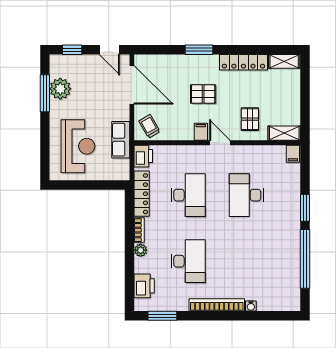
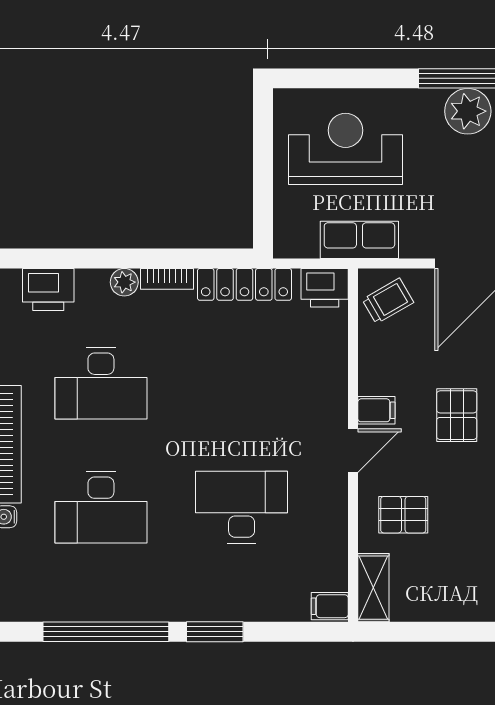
reception desk: (78, 146) -> (346, 149), turned 180
desk: (188, 195) -> (101, 507), moved

